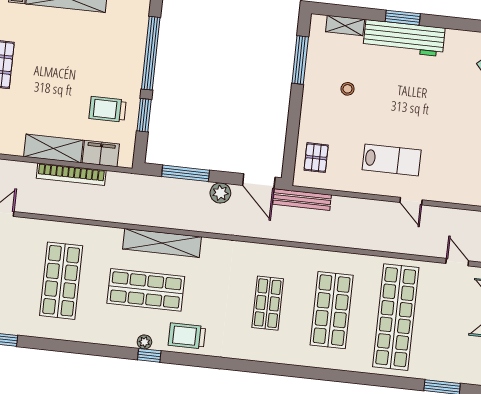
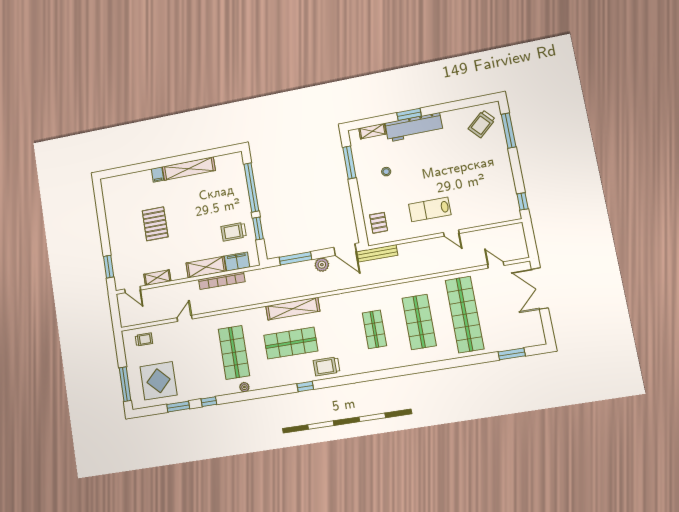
lab bench: (392, 160) -> (430, 209), turned 180
plant: (144, 342) -> (244, 387), moved

